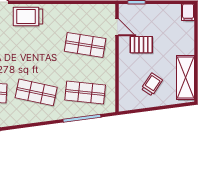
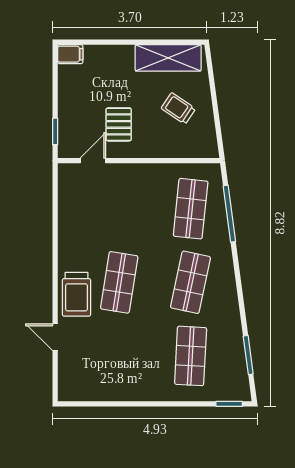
shop shelf: (85, 45) -> (119, 282), moved

